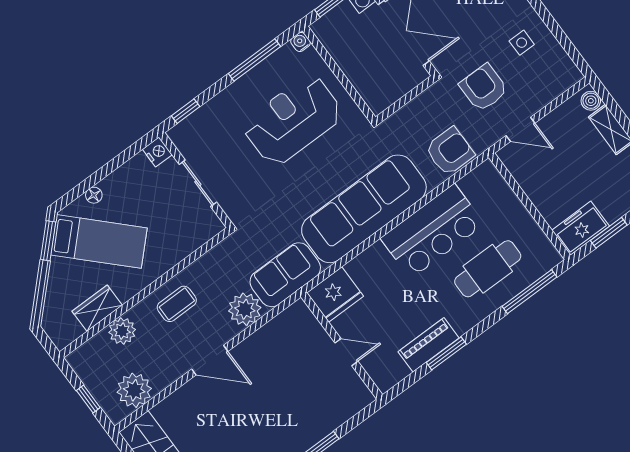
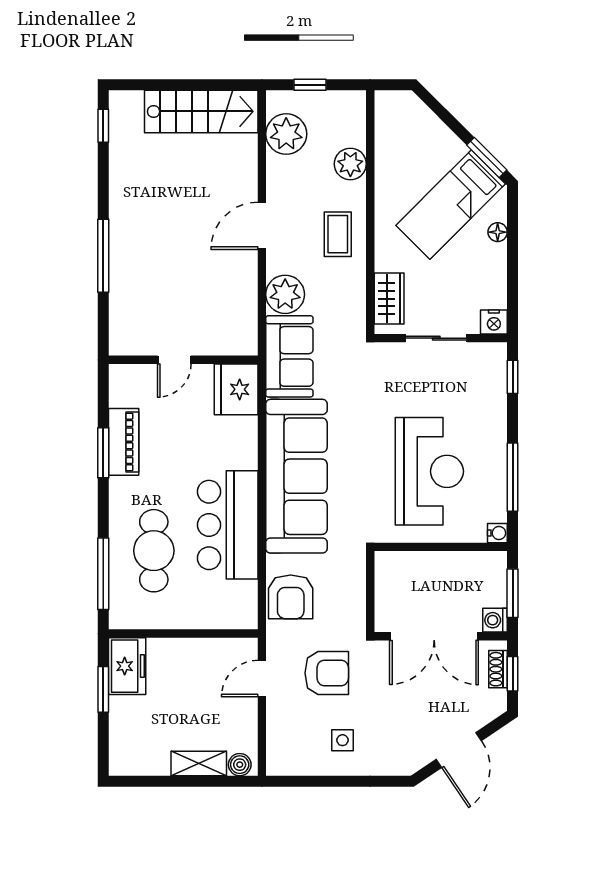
wardrobe: (97, 308) -> (389, 299), moved

